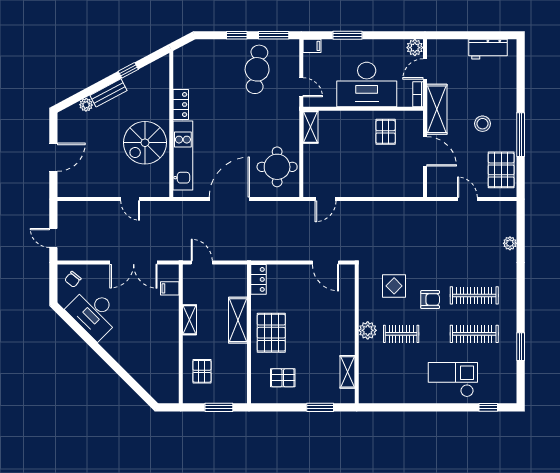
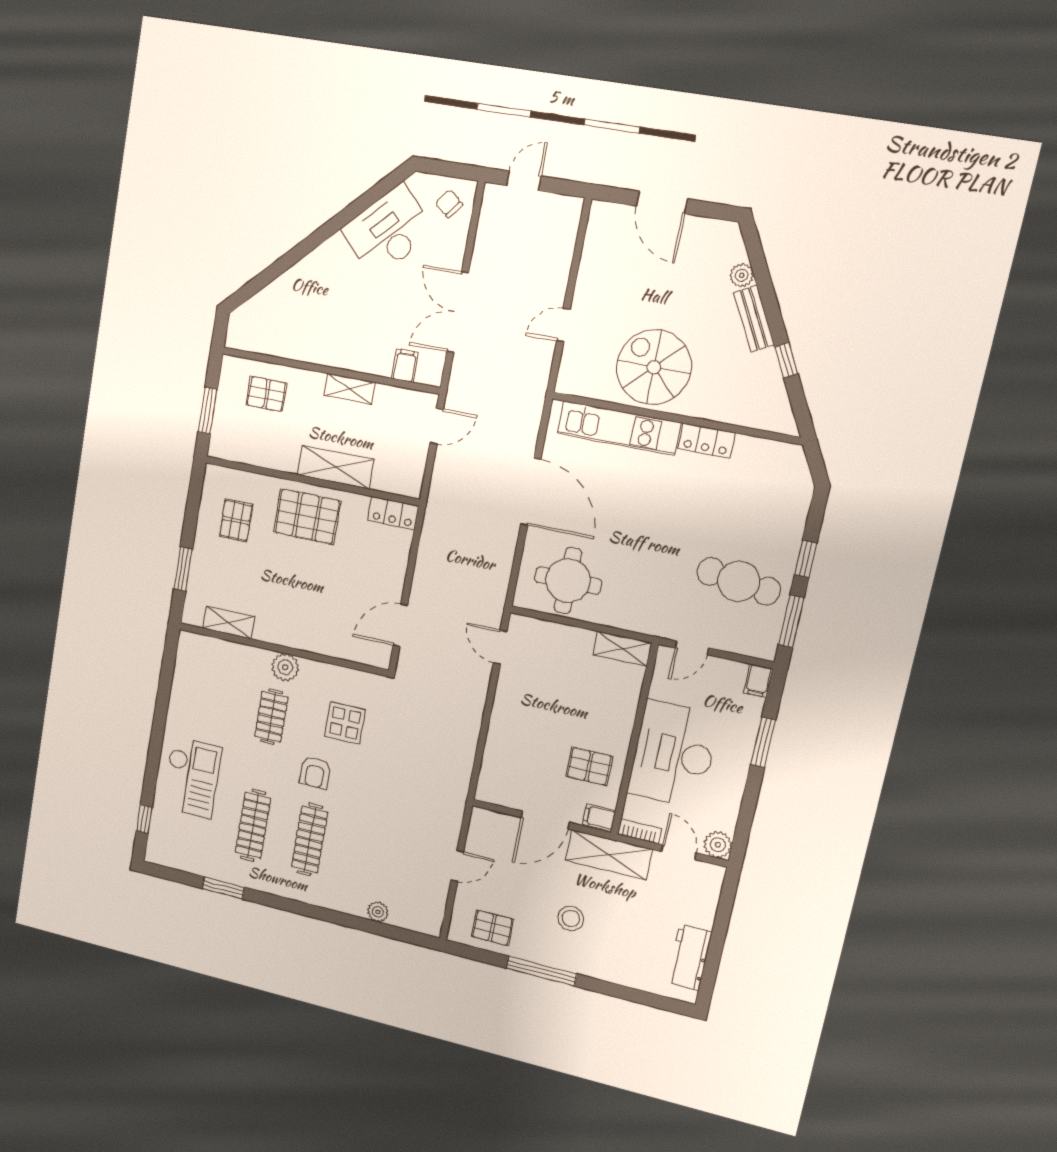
filing cabinet: (415, 120) -> (599, 818), added
pallet: (501, 170) -> (492, 928), width x0.67, depth x0.71

